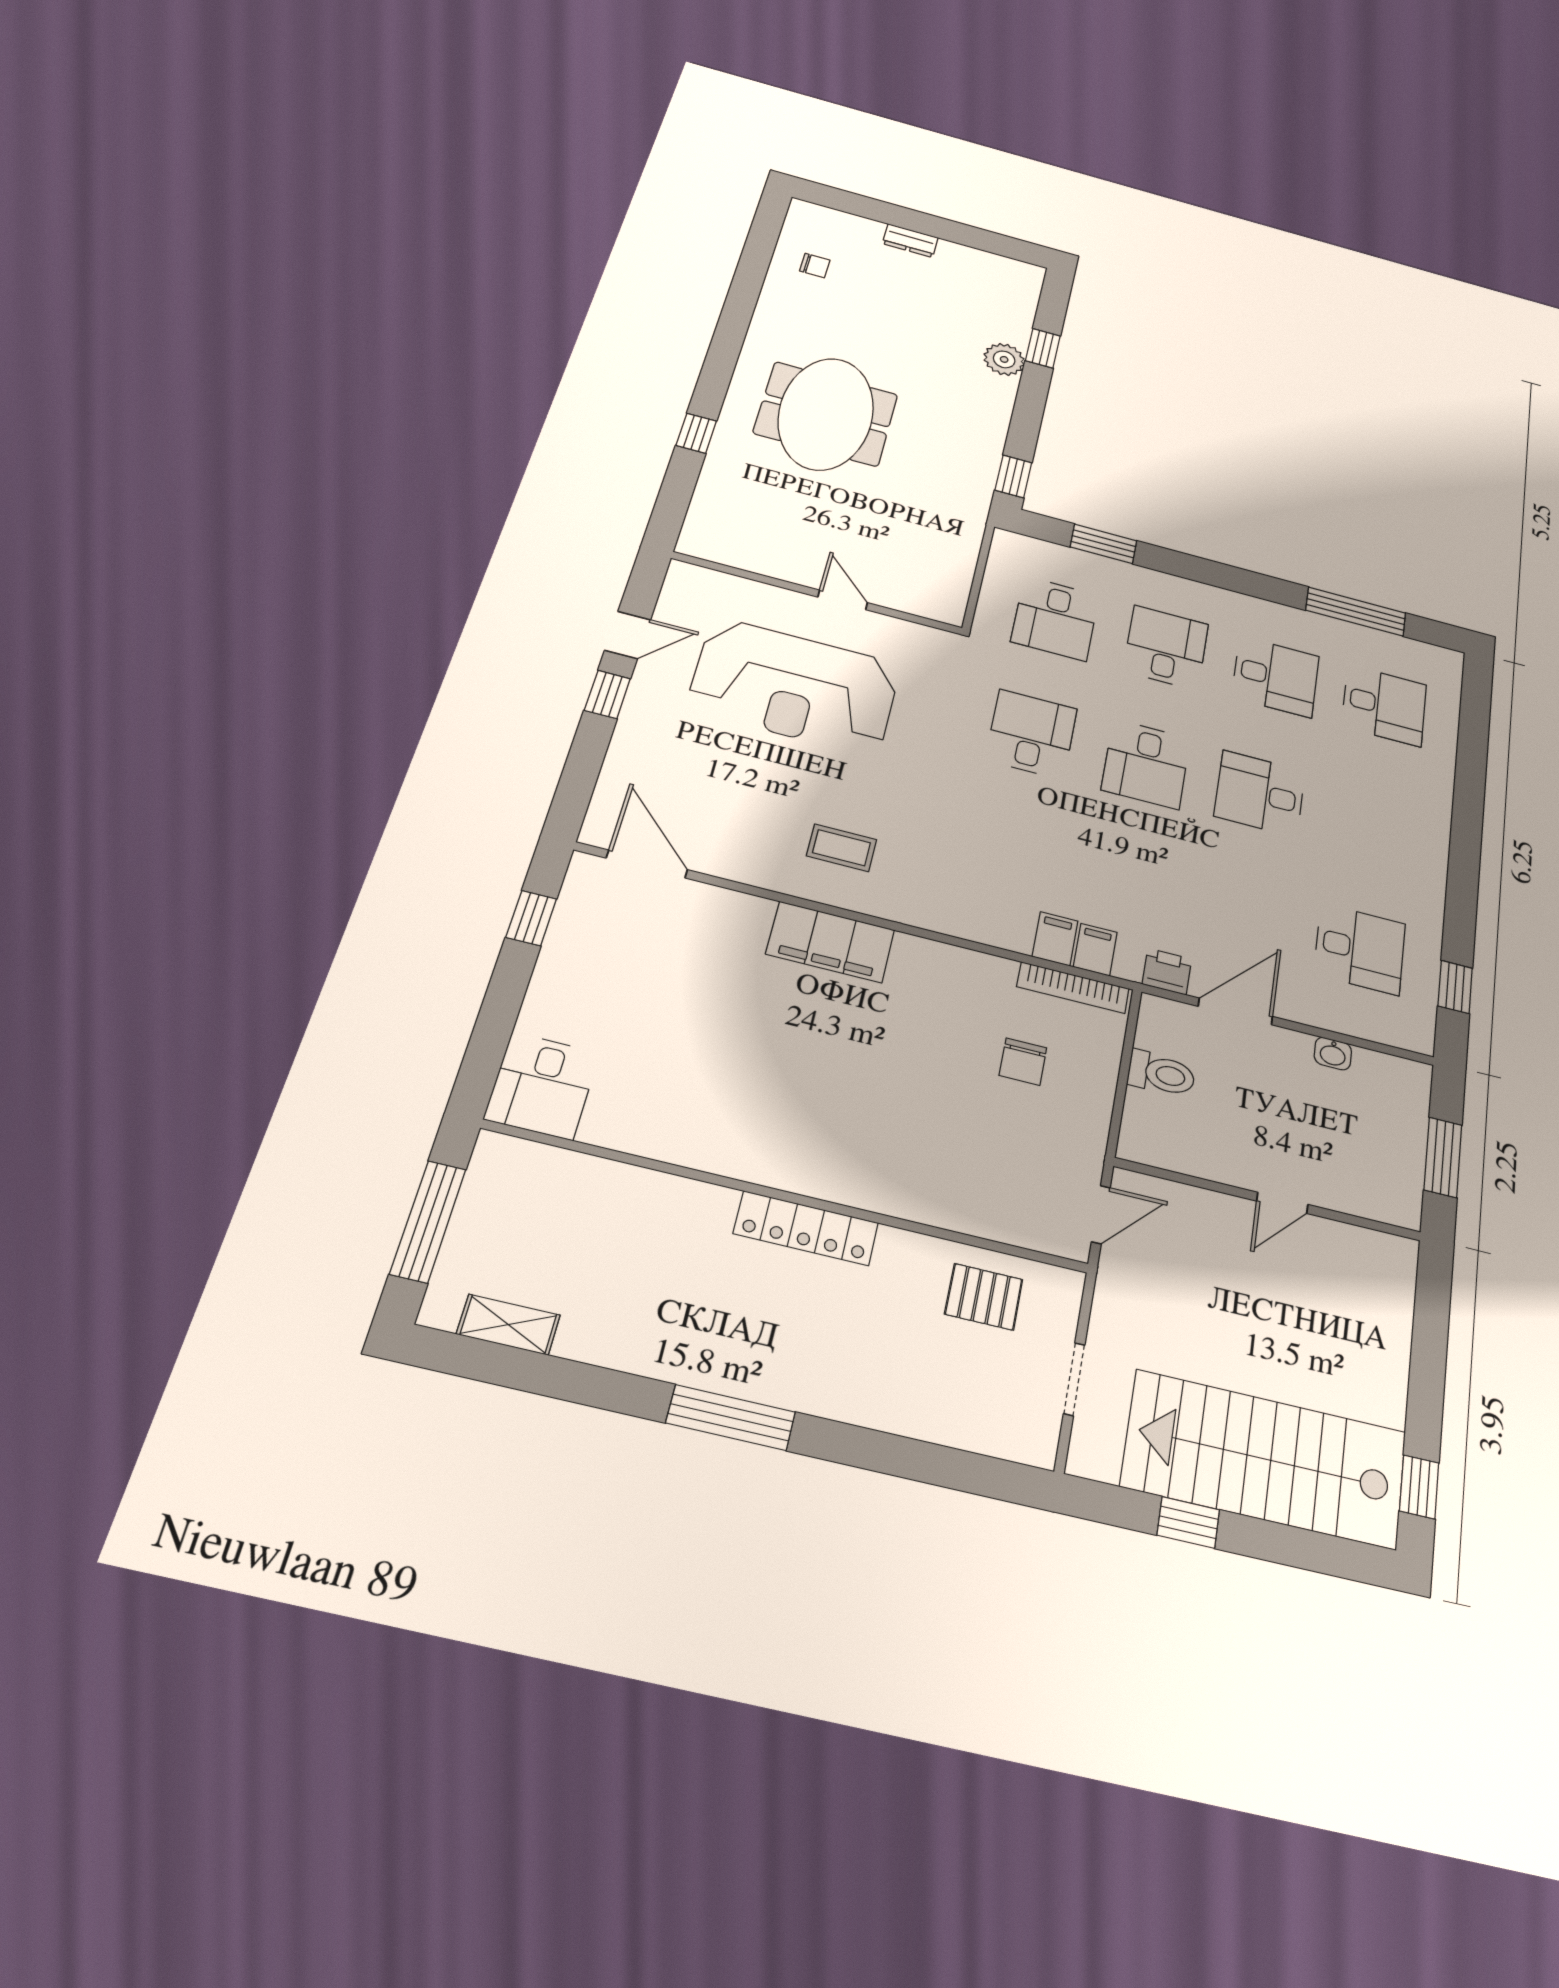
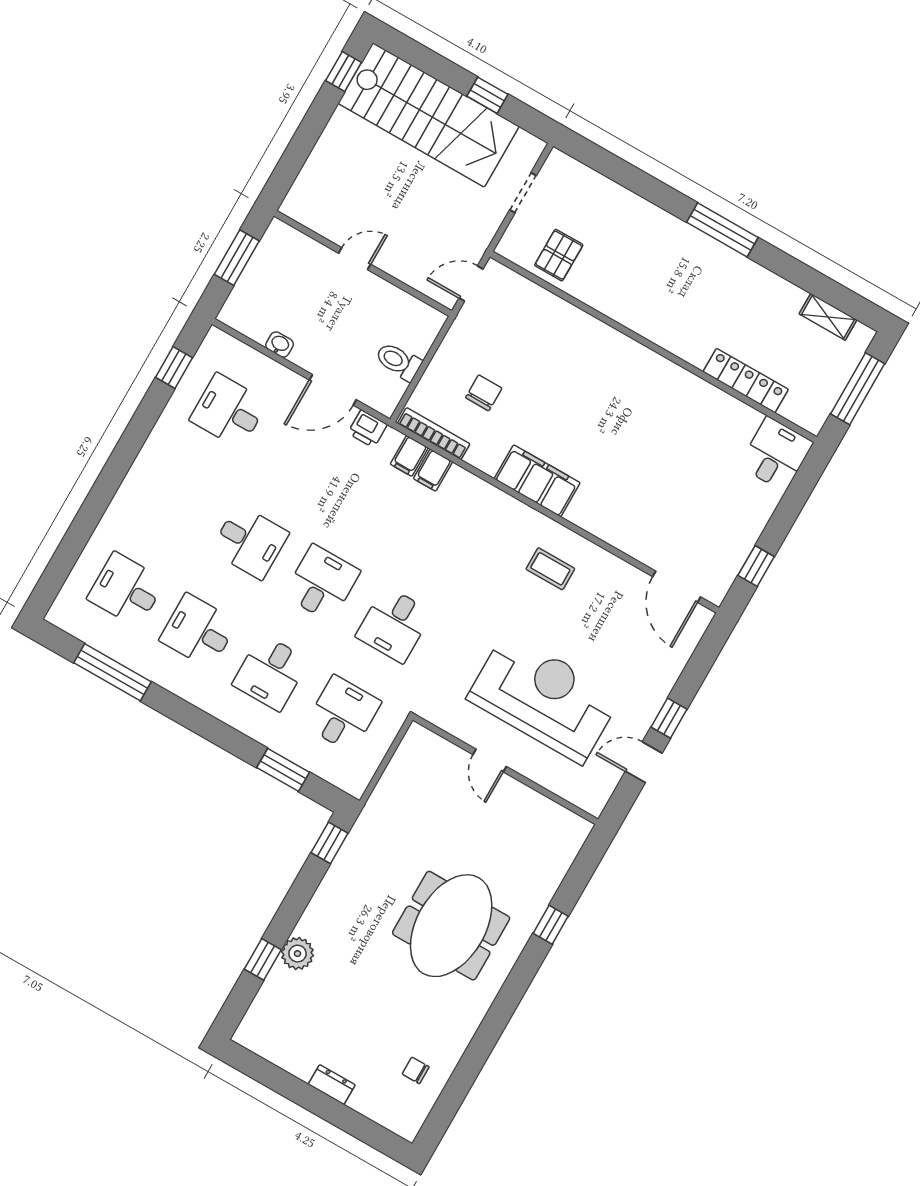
filing cabinet: (830, 942) -> (537, 481), moved
locker: (806, 1228) -> (746, 381), moved
pallet: (984, 1297) -> (559, 255), turned 90

